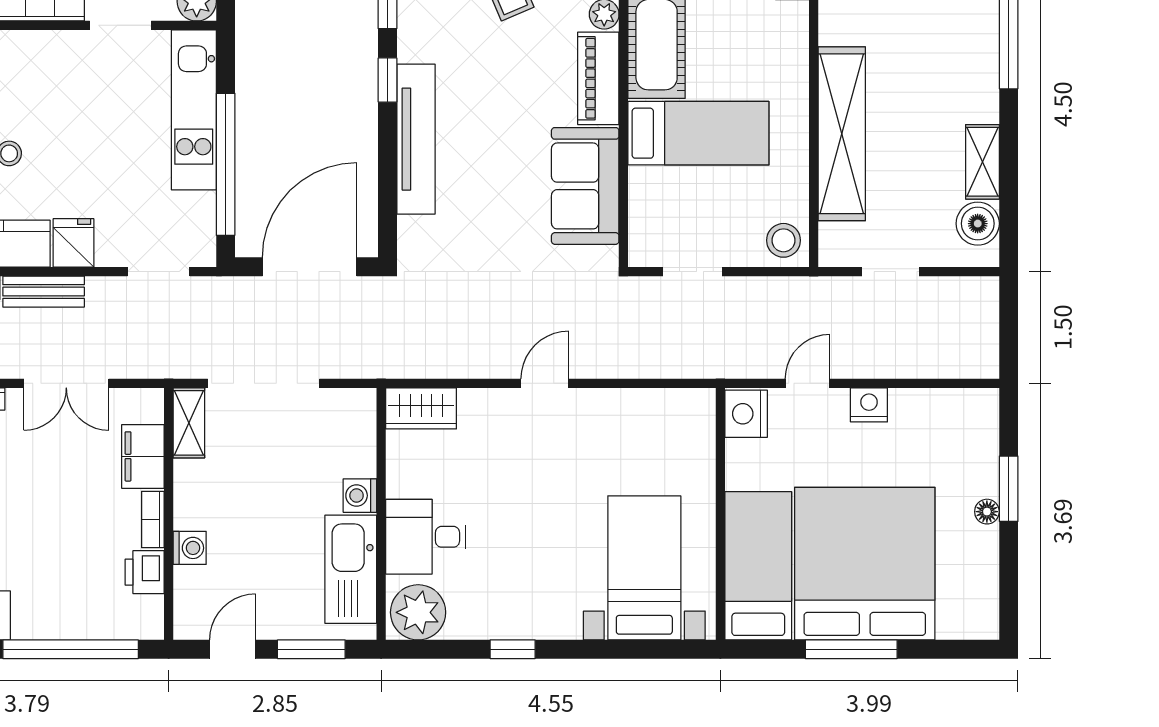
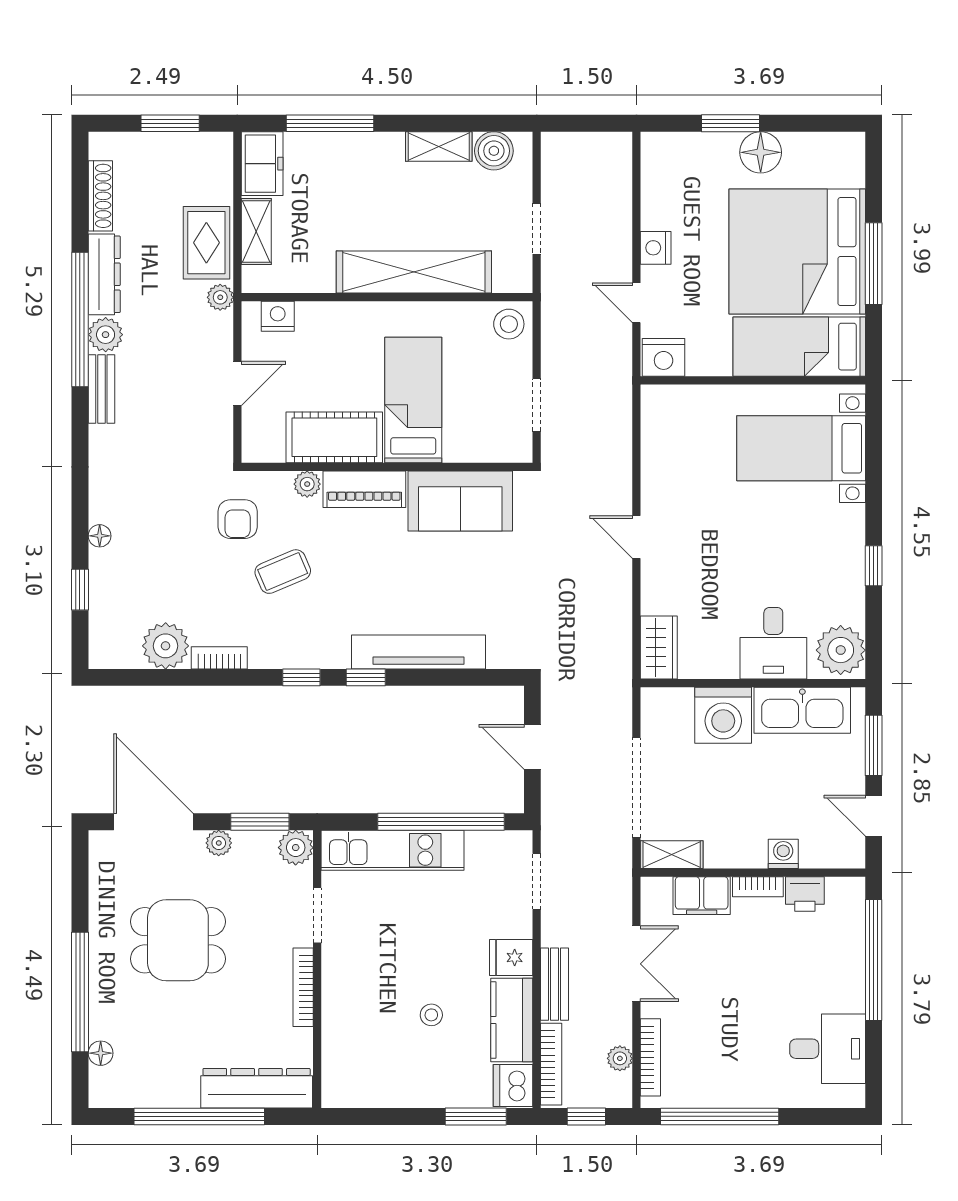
door: (310, 267) -> (532, 747), width x0.53
washing machine: (360, 496) -> (723, 715), width x1.89, depth x1.89
floor lamp: (987, 512) -> (761, 152), width x1.89, depth x1.89

